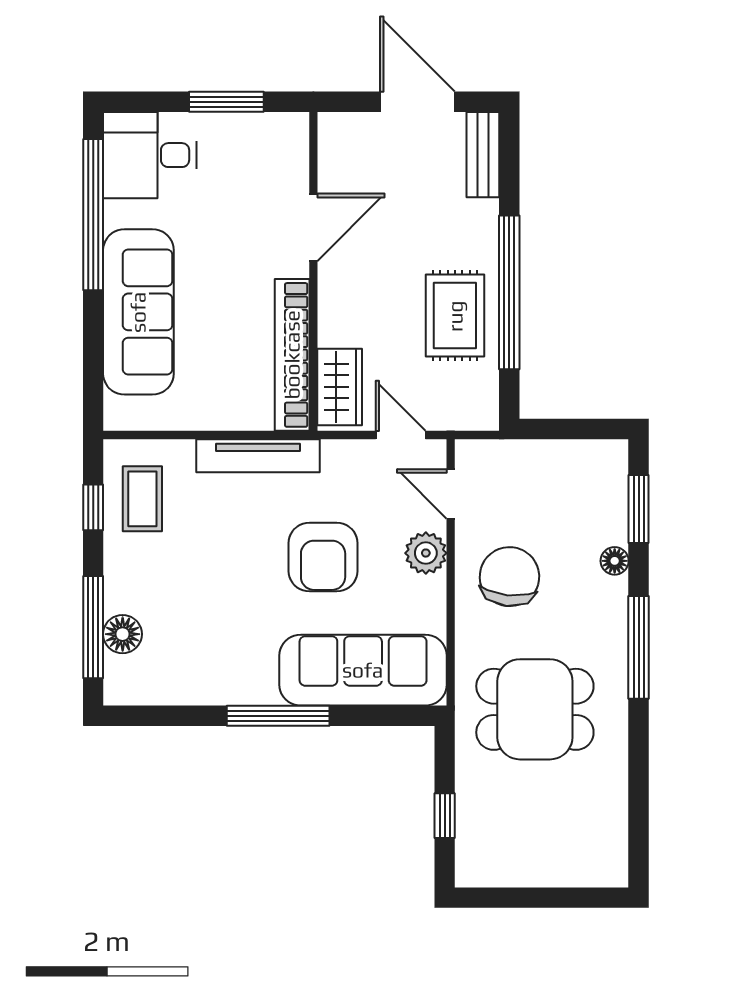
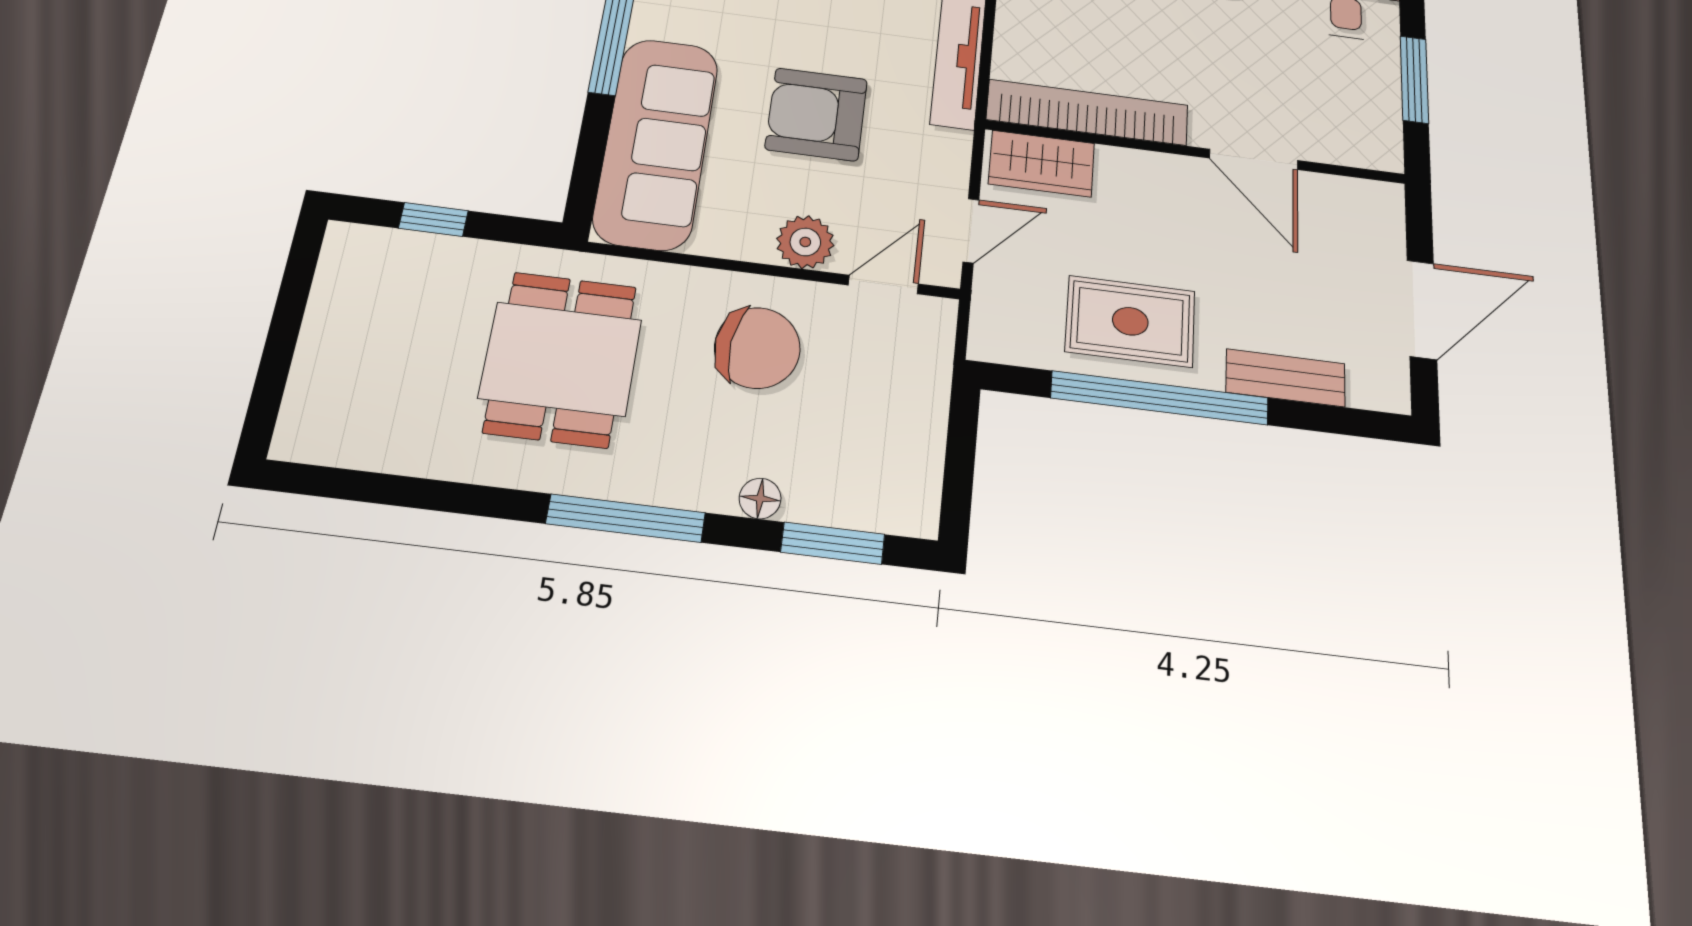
bench: (483, 155) -> (1286, 378), moved

